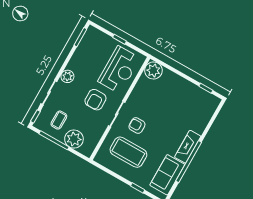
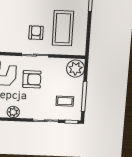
plant: (67, 76) -> (13, 112), moved
armchair: (137, 125) -> (36, 33), turned 180
plant: (74, 139) -> (76, 69), moved

